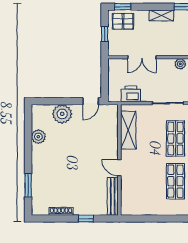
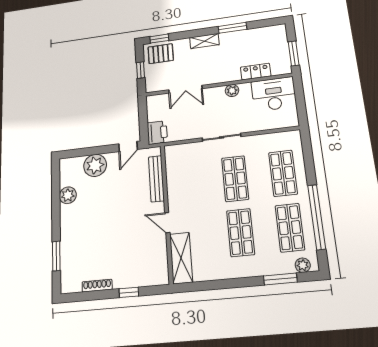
printer: (131, 94) -> (157, 133), moved, turned 90
shelving: (128, 130) -> (181, 258), moved
bench: (113, 196) -> (156, 179), moved

